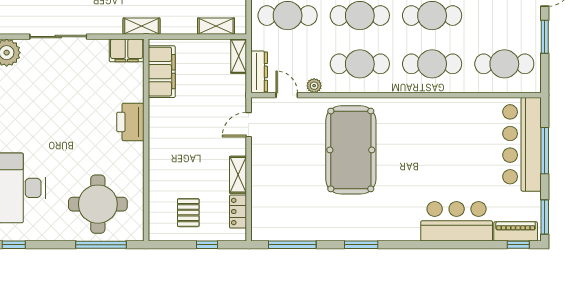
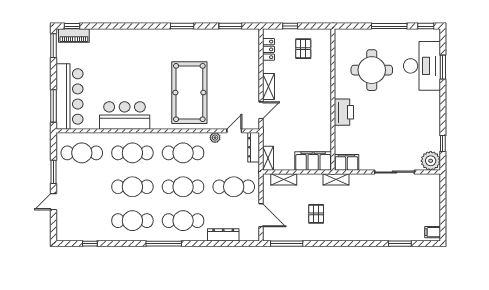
filing cabinet: (162, 72) -> (313, 161), moved, turned 90
door: (287, 95) -> (234, 131), swing flipped
window: (545, 151) -> (53, 106), moved
shelving: (238, 175) -> (268, 86), moved
round table: (98, 204) -> (372, 70), moved
bar counter: (457, 221) -> (125, 116), moved, turned 180
window: (101, 245) -> (389, 26), moved
window: (292, 245) -> (230, 26), width x0.69

